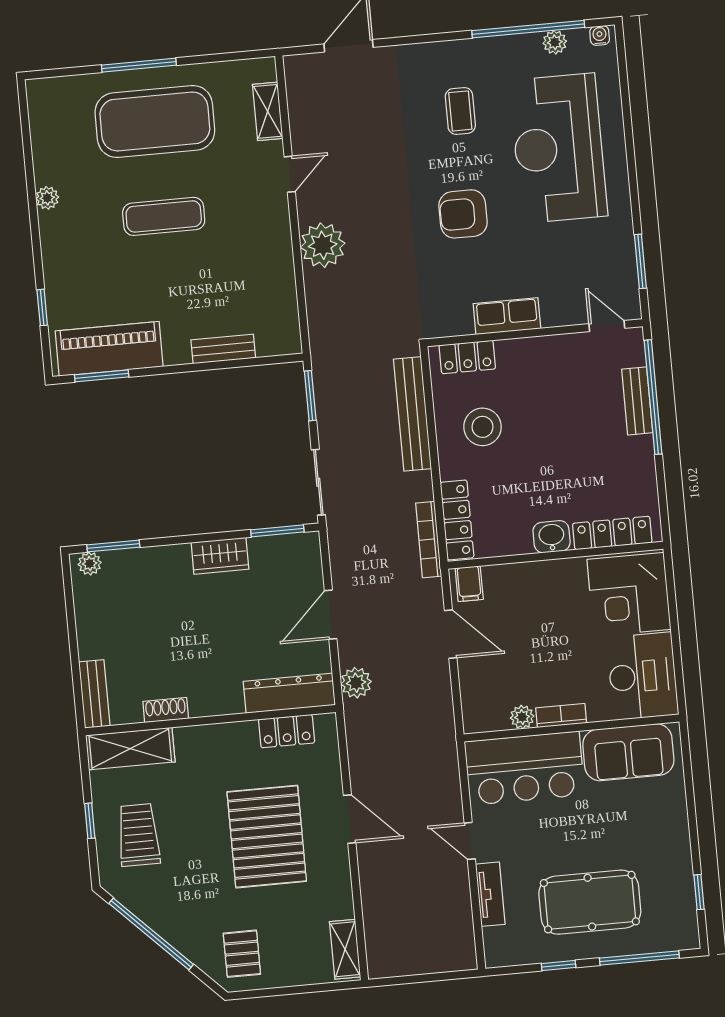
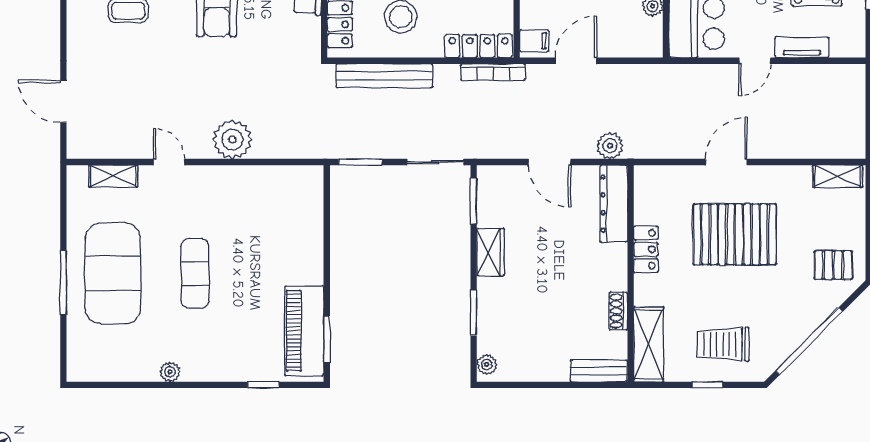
bench: (223, 349) -> (313, 233), removed
window: (113, 546) -> (474, 313), moved
locker: (287, 731) -> (646, 249), moved

